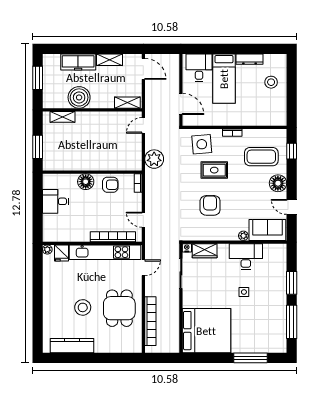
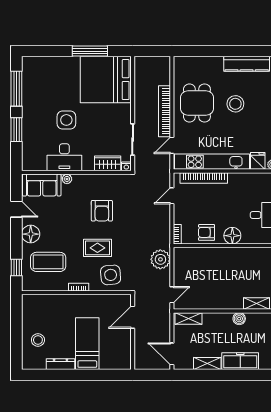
desk: (199, 68) -> (113, 355), removed
boiler: (79, 97) -> (239, 319), width x0.54, depth x0.54
door: (181, 104) -> (133, 317), hinge flipped
door: (143, 220) -> (172, 196), swing flipped
side table: (244, 292) -> (66, 120), width x1.87, depth x1.87
bookcase: (150, 321) -> (164, 111), moved
window: (251, 358) -> (90, 51), moved

